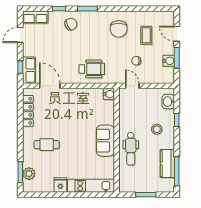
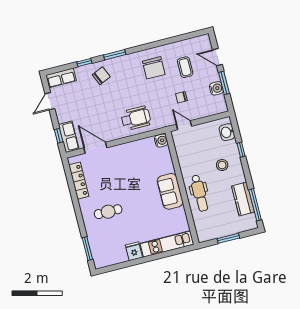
plant: (29, 174) -> (97, 248), removed

